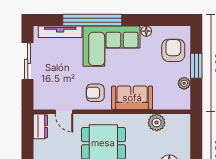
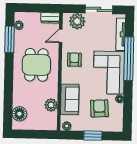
armchair: (173, 50) -> (99, 108), moved, turned -93
plant: (184, 83) -> (67, 126), moved
plant: (44, 90) -> (77, 21), added
sofa: (132, 98) -> (70, 99), moved

